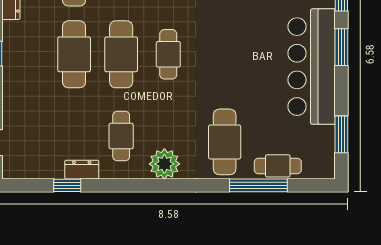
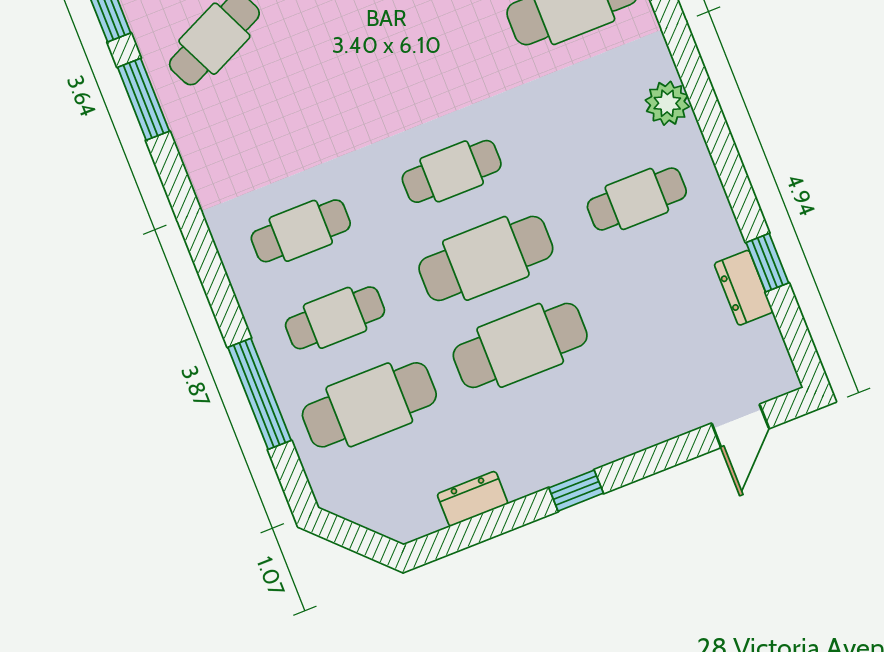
plant: (164, 164) -> (667, 103), width x0.73, depth x0.73
dresser: (82, 170) -> (744, 288), moved

